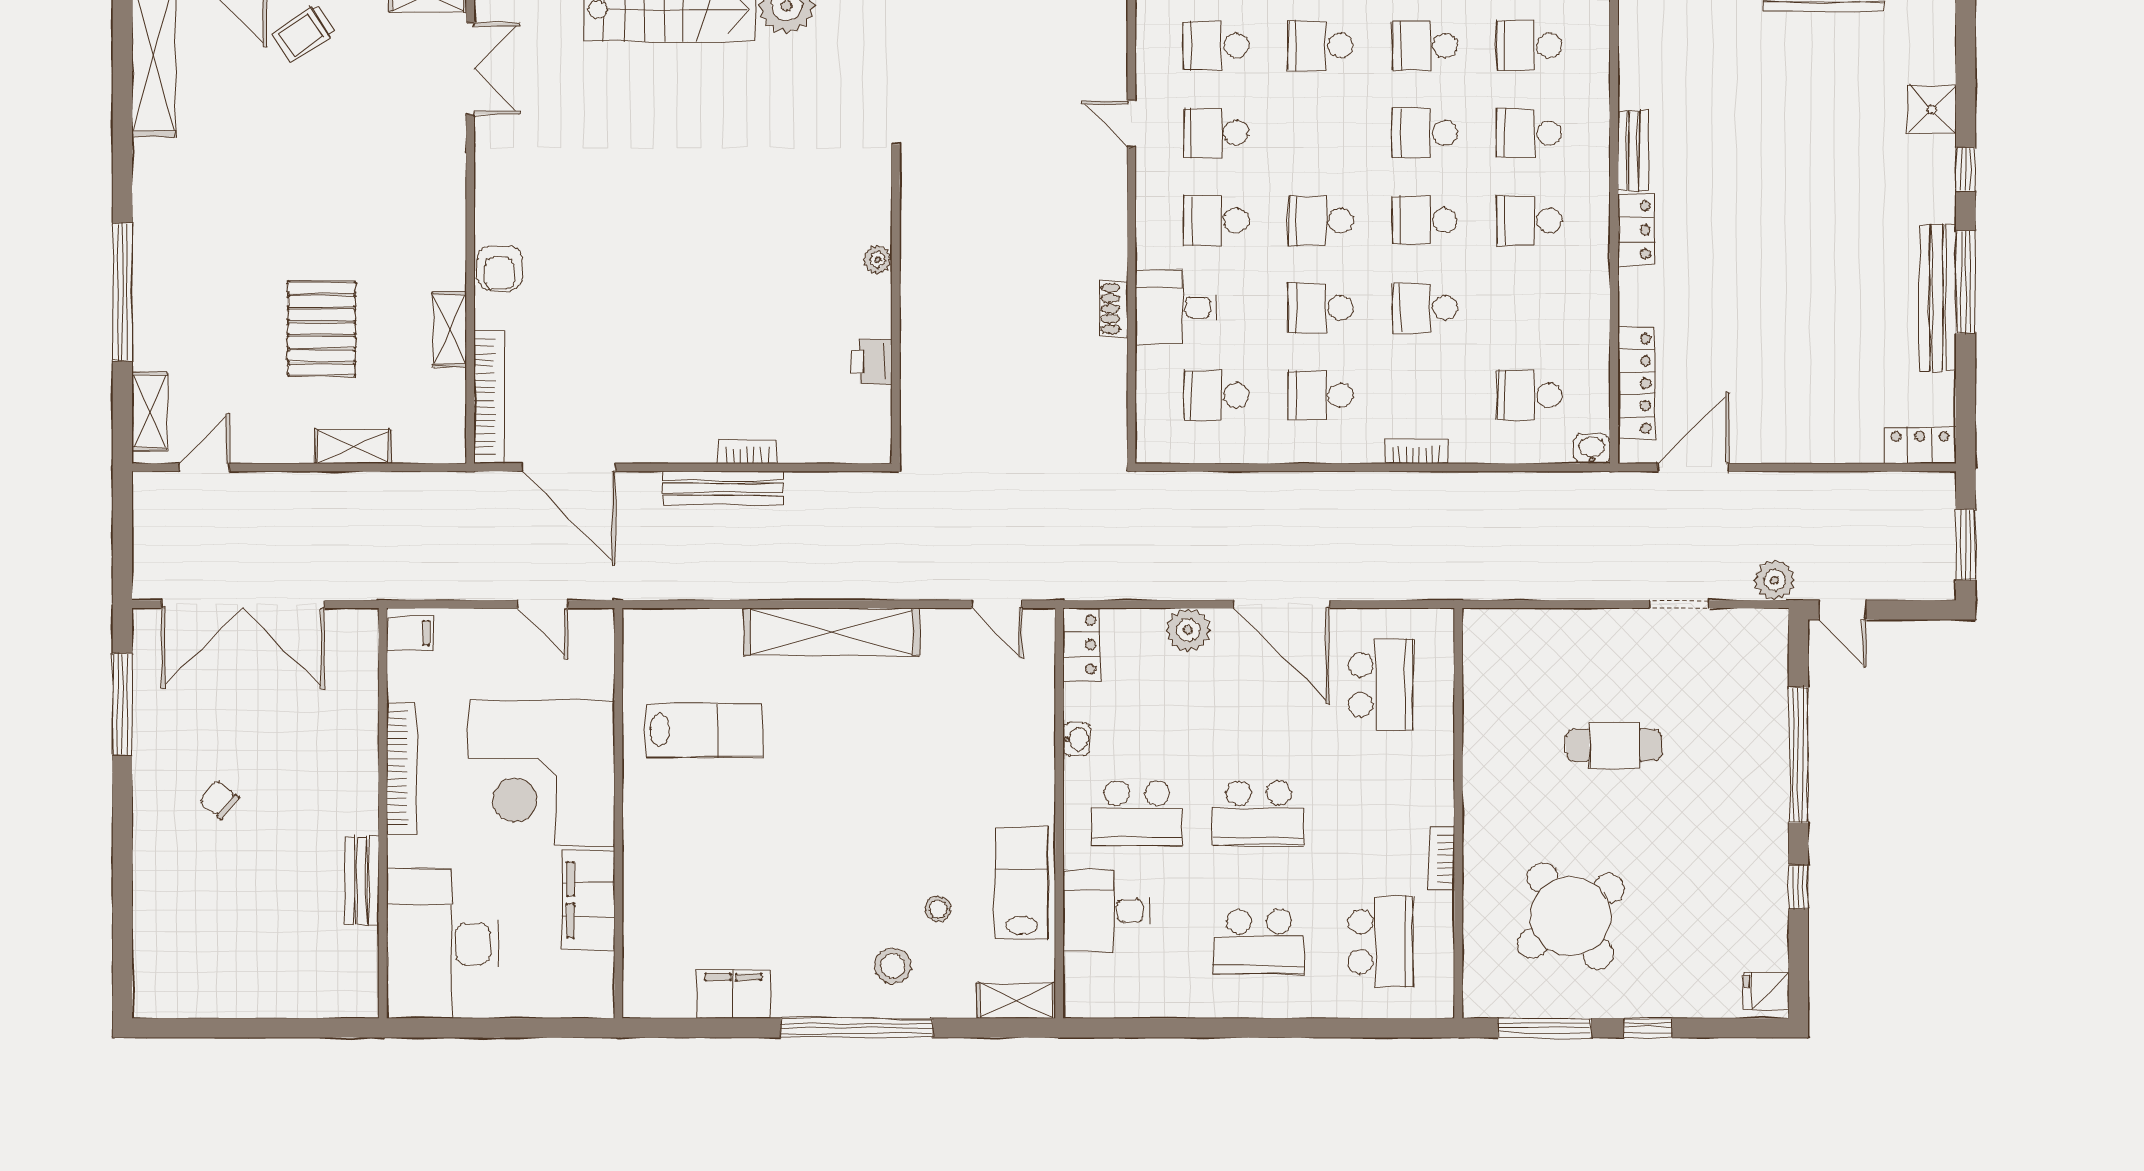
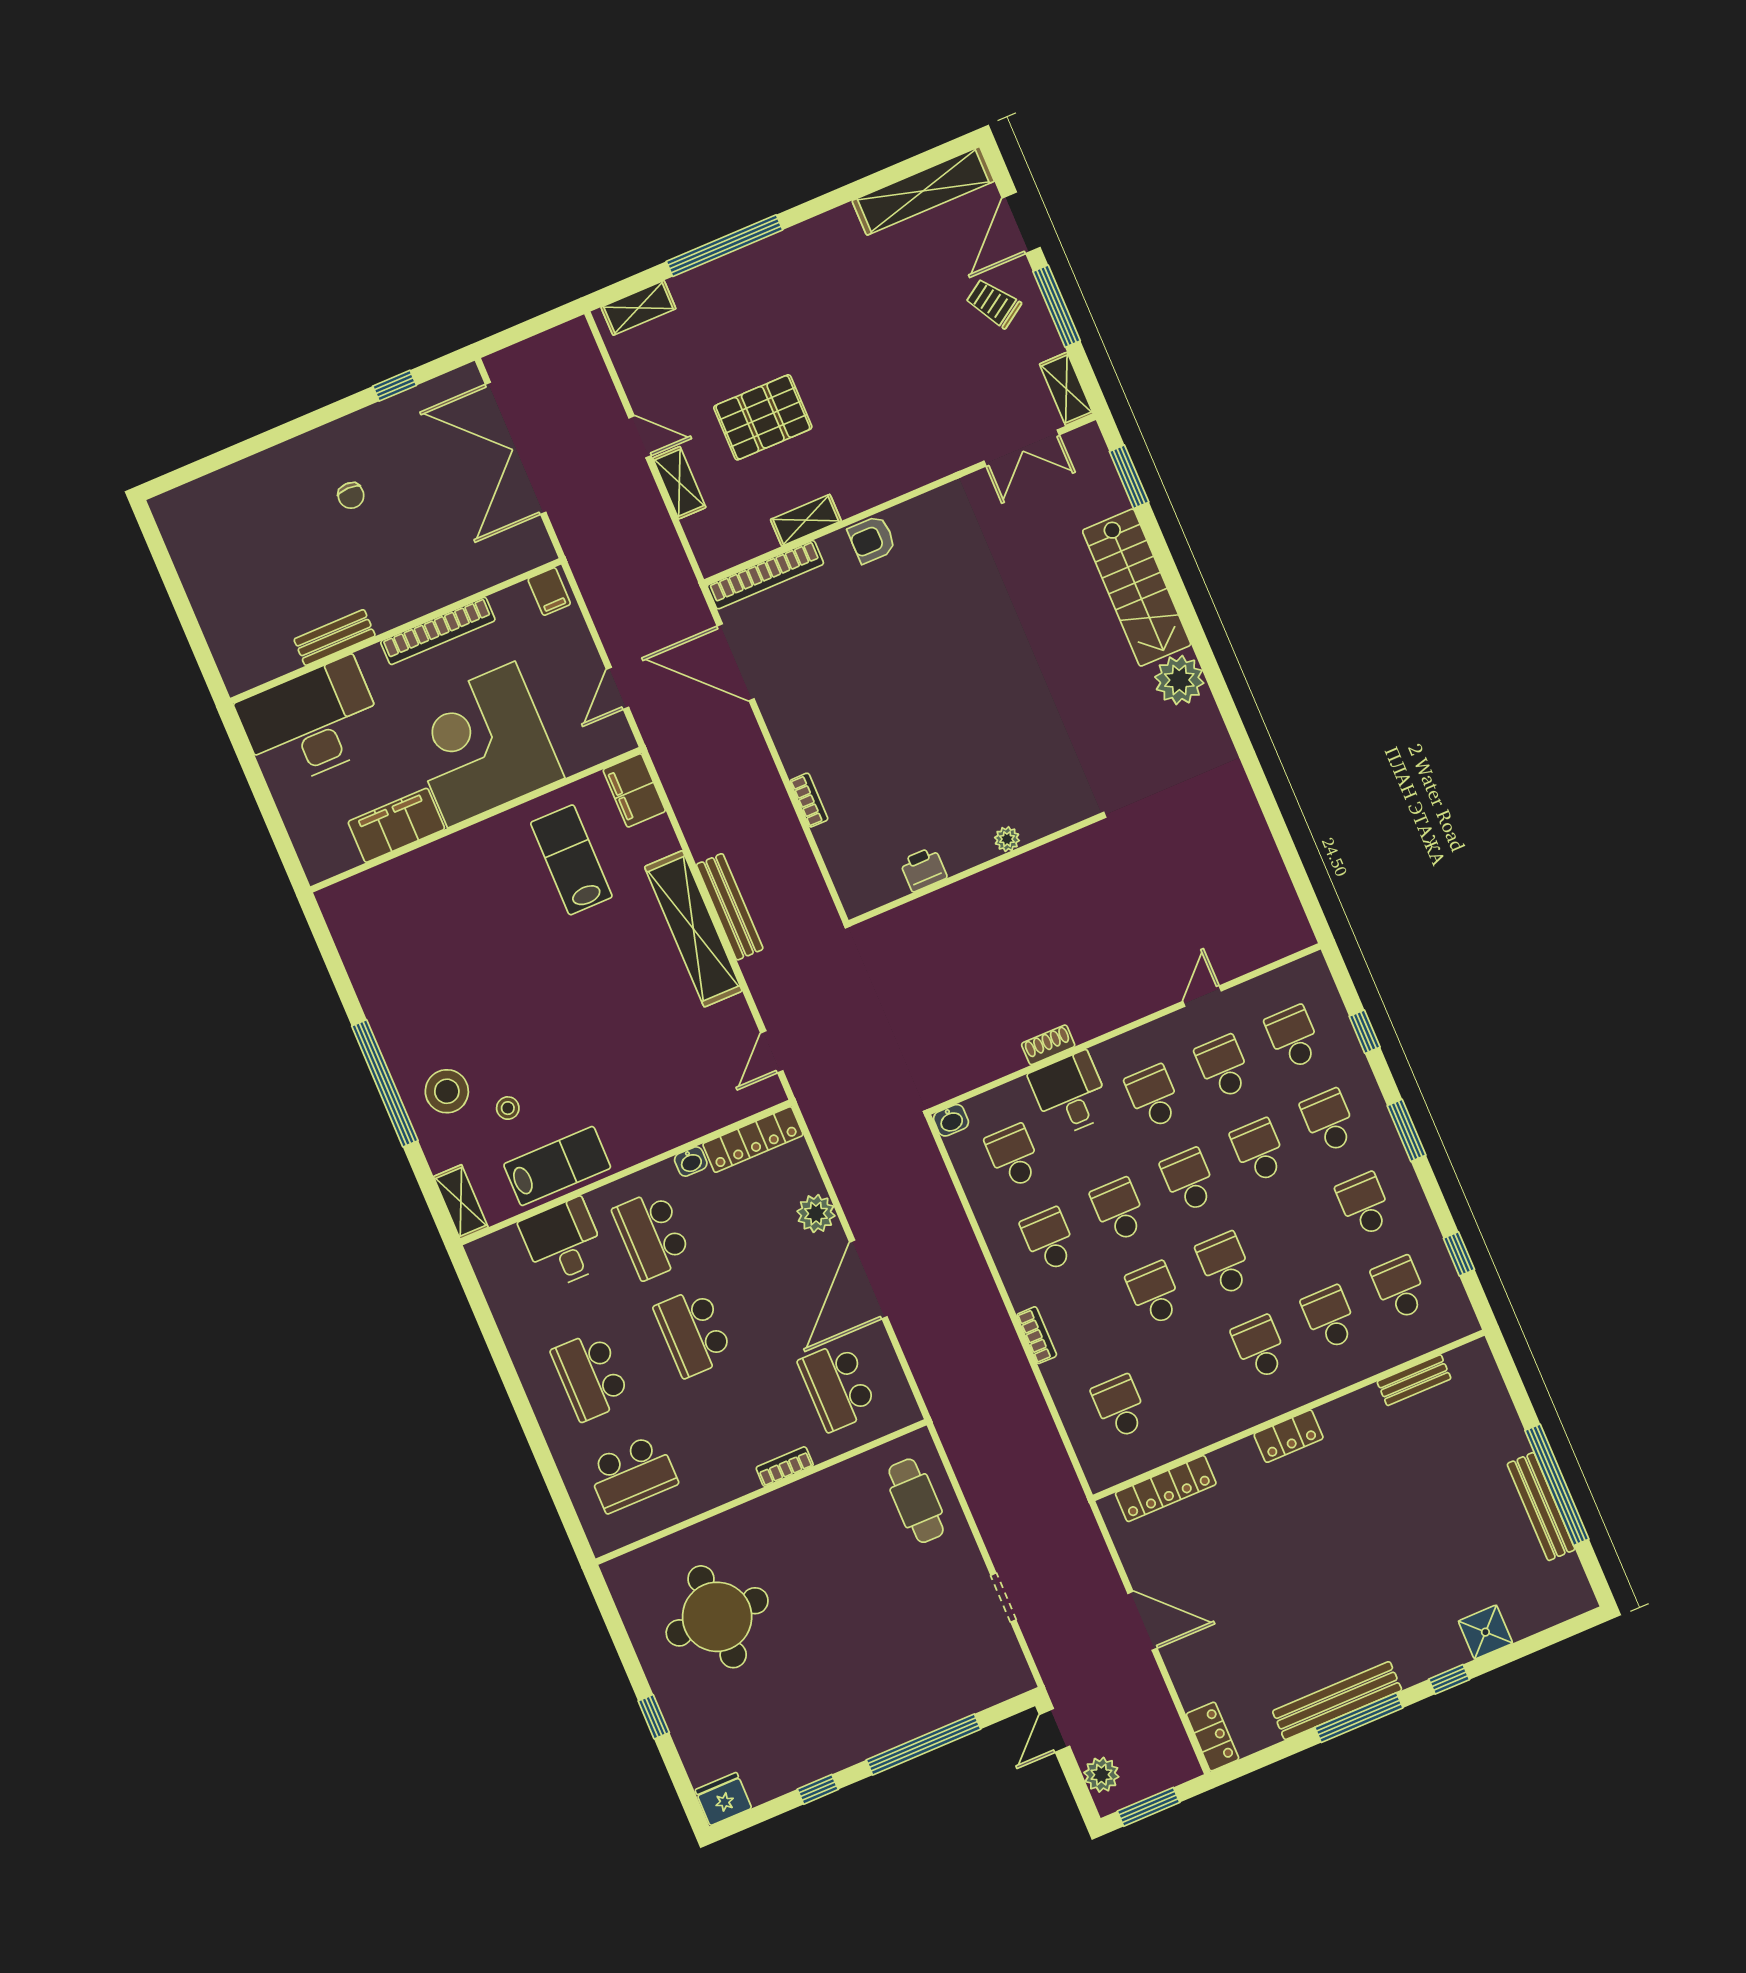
school desk: (1425, 133) -> (1259, 1151), moved
bench: (1633, 150) -> (1414, 1380), moved
washbasin: (1592, 449) -> (951, 1120), moved, turned 90
door: (204, 467) -> (640, 437), moved
door: (569, 467) -> (736, 662), hinge flipped
door: (1693, 467) -> (1143, 1621), moved
bench: (723, 488) -> (730, 907), moved
plant: (1775, 580) -> (1101, 1775), moved
locker: (1081, 644) -> (753, 1140), width x1.53
school desk: (1381, 685) -> (838, 1386), turned 90
window: (122, 704) -> (395, 386), width x0.46
lab bench: (704, 730) -> (571, 860), turned 180
cafe table: (1614, 745) -> (916, 1501), moved
chair: (219, 800) -> (351, 496), turned 141
bookcase: (1442, 859) -> (785, 1467), moved
round table: (1571, 916) -> (717, 1617), turned 36
stool: (893, 966) -> (447, 1091), width x1.38, depth x1.38
fridge: (1766, 991) -> (723, 1799), width x1.38
filing cabinet: (733, 994) -> (634, 790), moved, turned 180
window: (1544, 1028) -> (619, 1634), removed

